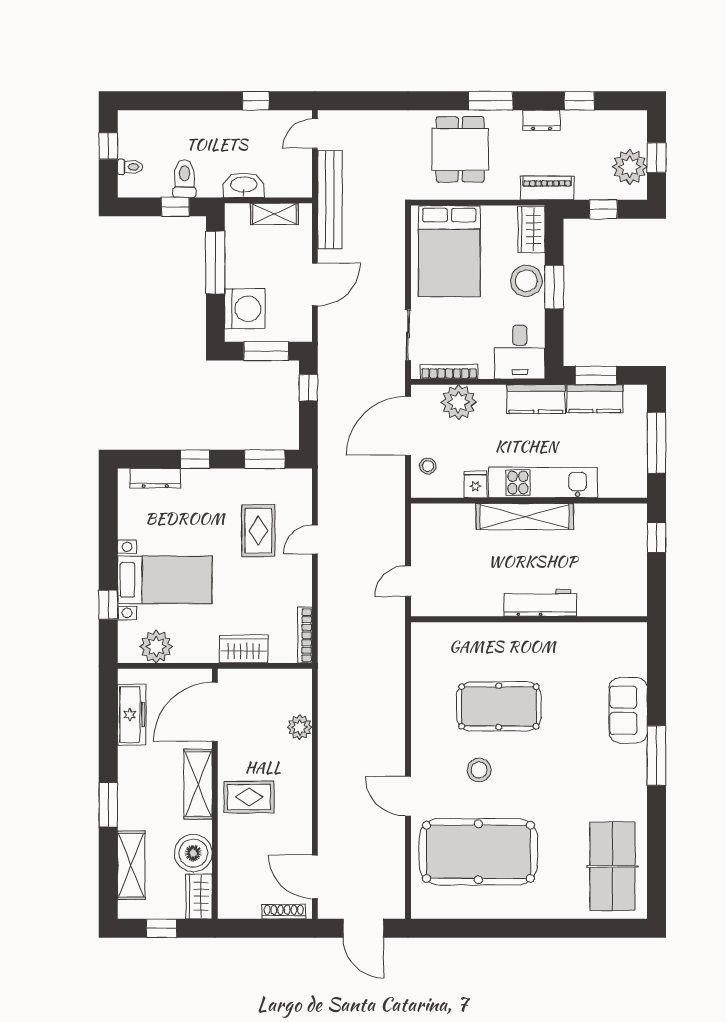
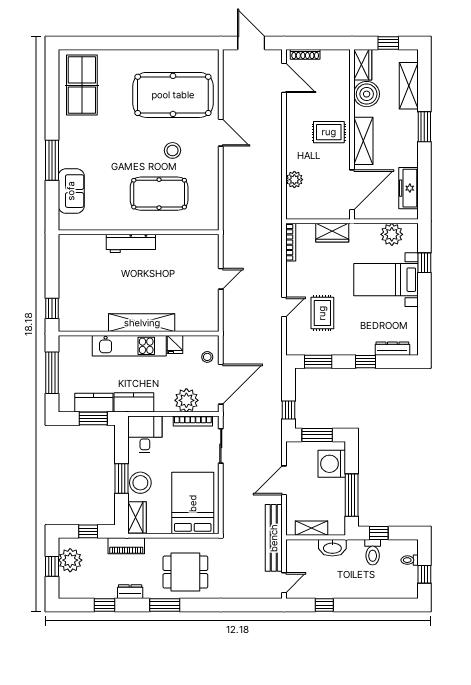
dining table: (460, 149) -> (185, 572), turned 90
workbench: (540, 603) -> (131, 243), moved
wall: (529, 619) -> (139, 232), moved

